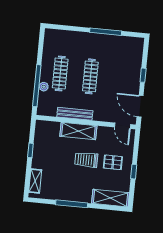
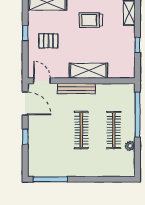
window: (106, 32) -> (50, 179), moved
plant: (44, 87) -> (130, 146), moved
bench: (75, 114) -> (76, 89), moved
trolley: (86, 160) -> (91, 20), moved, turned 180

